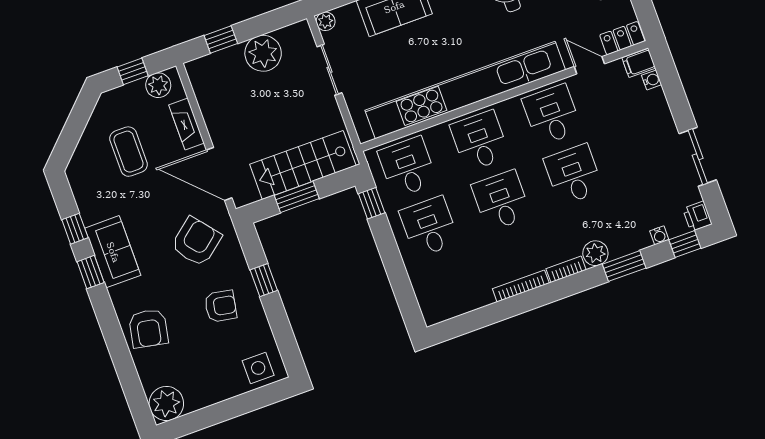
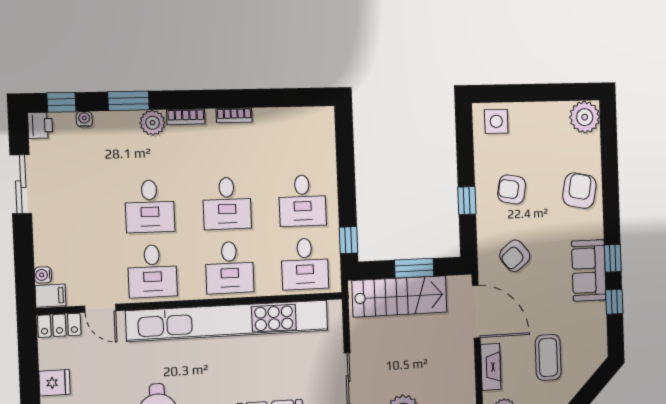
armchair: (196, 242) -> (515, 256), width x0.72, depth x0.72
bookcase: (521, 286) -> (234, 115), width x0.64

